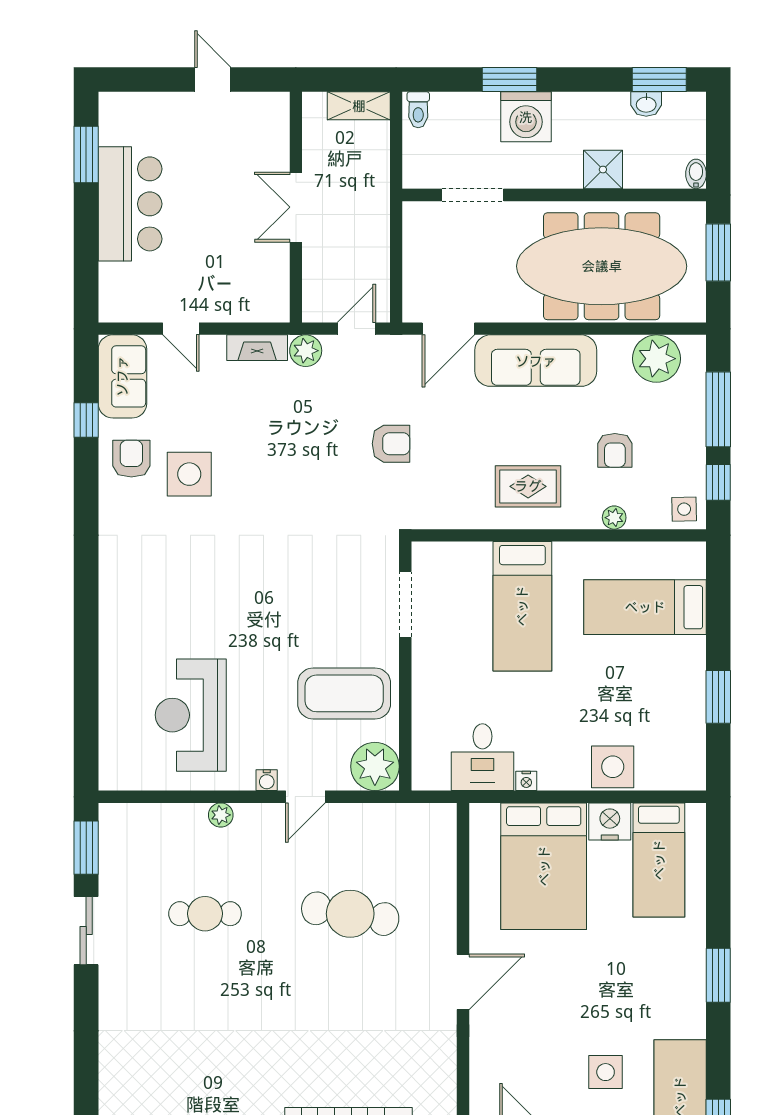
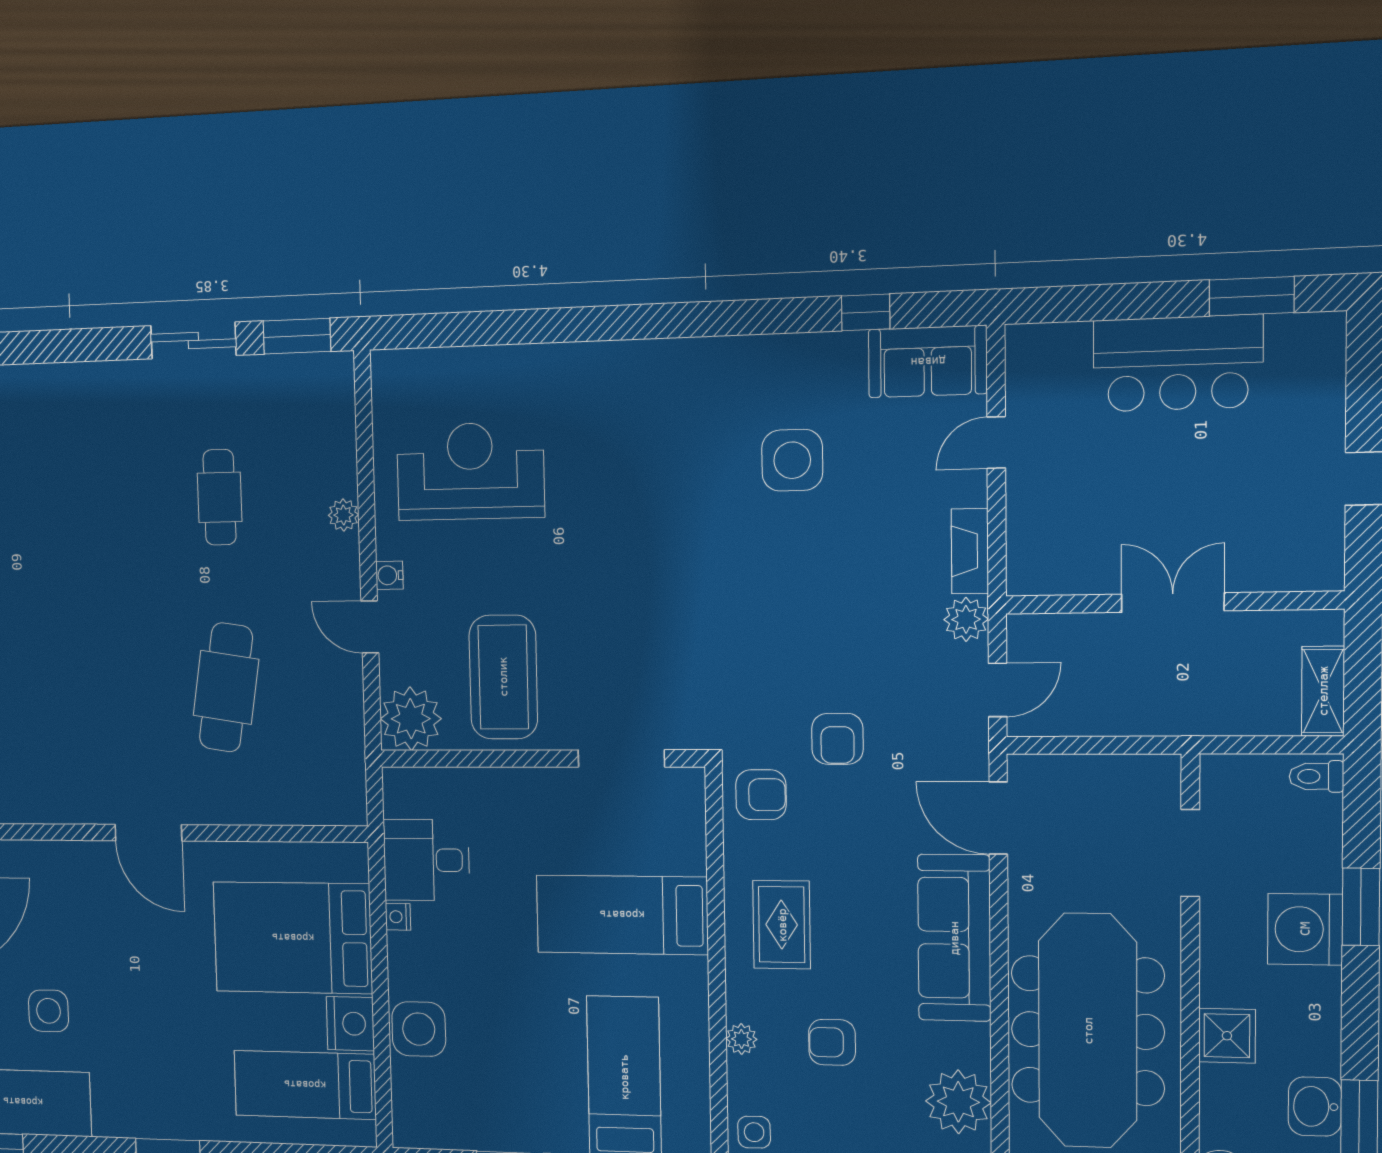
washbasin: (646, 104) -> (1315, 1106), width x1.38, depth x1.45
door: (356, 329) -> (998, 690), hinge flipped
armchair: (131, 459) -> (761, 795), moved

